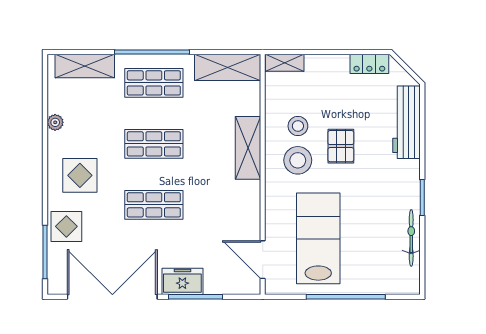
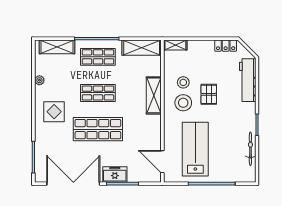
shop shelf: (154, 205) -> (98, 129), width x1.43, depth x1.36
display table: (66, 226) -> (46, 142), removed

